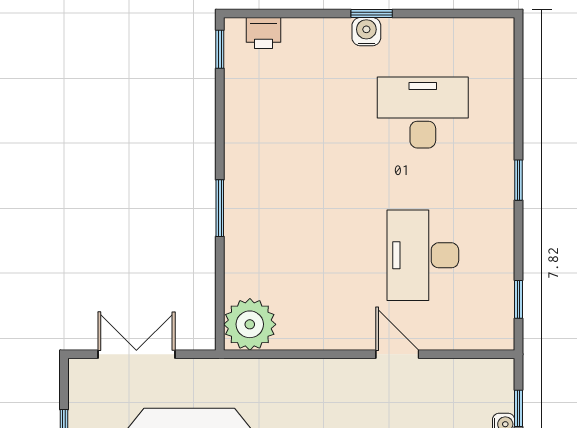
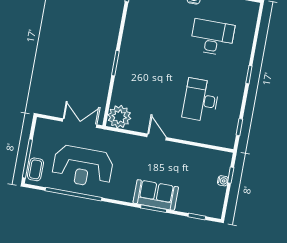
double door: (136, 354) -> (80, 123), moved
door: (397, 354) -> (157, 137), moved

